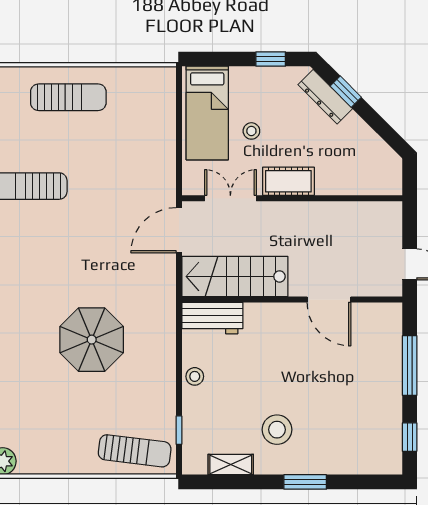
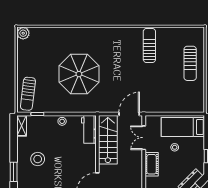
double door: (230, 198) -> (144, 138), swing flipped
door: (179, 230) -> (129, 114), hinge flipped
parasol: (92, 340) -> (79, 74), width x1.36, depth x1.36
shelving: (231, 465) -> (22, 126), moved

